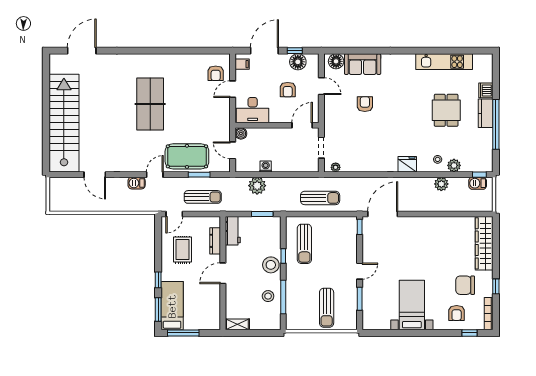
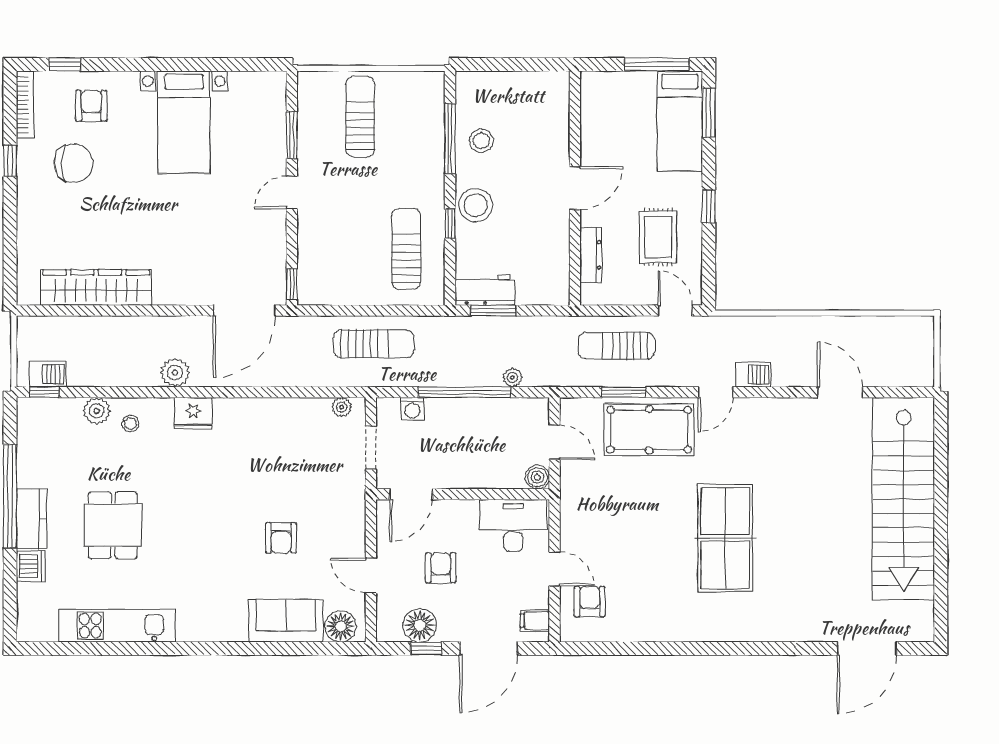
door: (233, 89) -> (554, 569), hinge flipped
washing machine: (266, 166) -> (412, 409), moved
window: (276, 175) -> (464, 392), added
plant: (441, 184) -> (175, 373), moved
plant: (257, 186) -> (512, 377), width x0.53, depth x0.53
sun lounger: (320, 198) -> (374, 344), turned 180
door: (174, 214) -> (675, 311), hinge flipped
workbench: (233, 231) -> (485, 290), moved, turned 90
wardrobe: (484, 243) -> (96, 287), moved, turned -90
window: (158, 280) -> (709, 206), moved
shelving: (237, 324) -> (545, 82), removed

